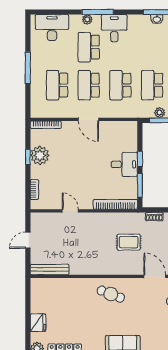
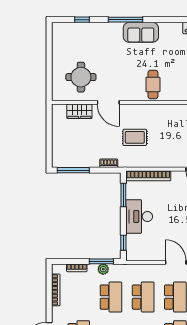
window: (140, 159) -> (123, 243), moved
desk: (124, 164) -> (139, 216), width x1.37
cafe table: (111, 294) -> (153, 85), turned 69

